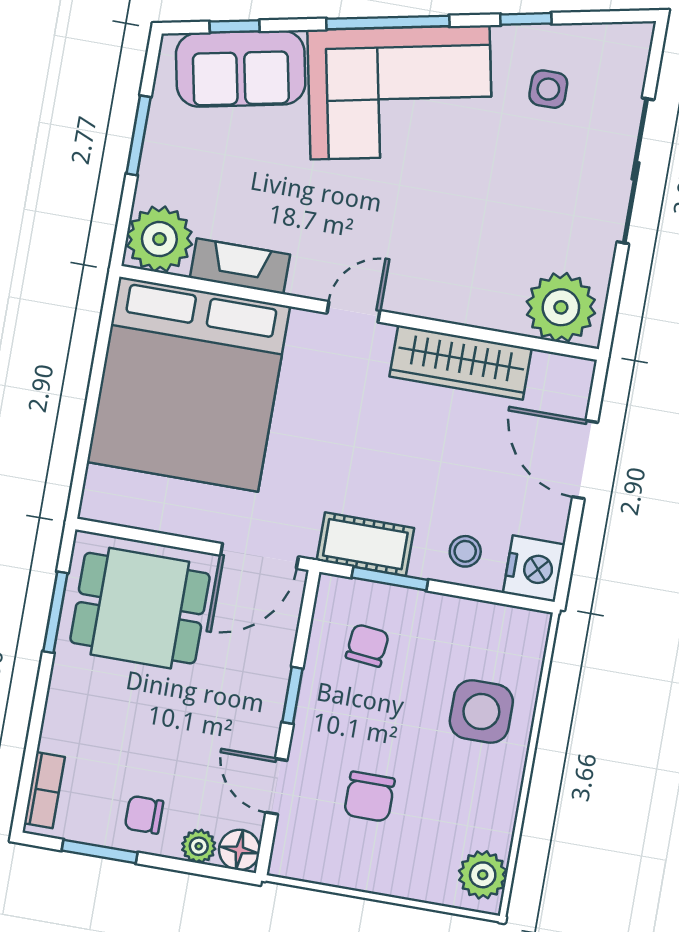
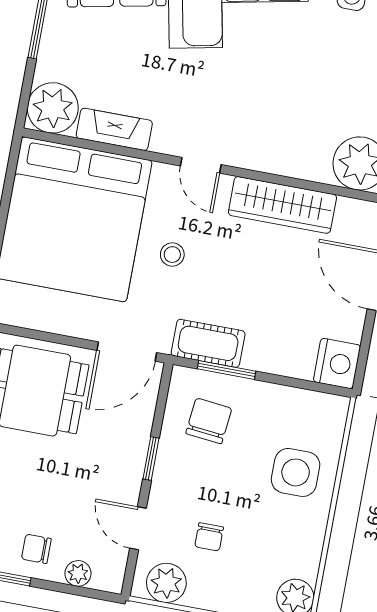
door: (353, 312) -> (201, 165), swing flipped
stool: (465, 551) -> (172, 255), moved
chair: (367, 645) -> (209, 421), width x1.37, depth x1.37
chair: (369, 797) -> (209, 537), width x0.73, depth x0.73
floor lamp: (239, 850) -> (109, 577), removed
plant: (314, 857) -> (166, 583), added

